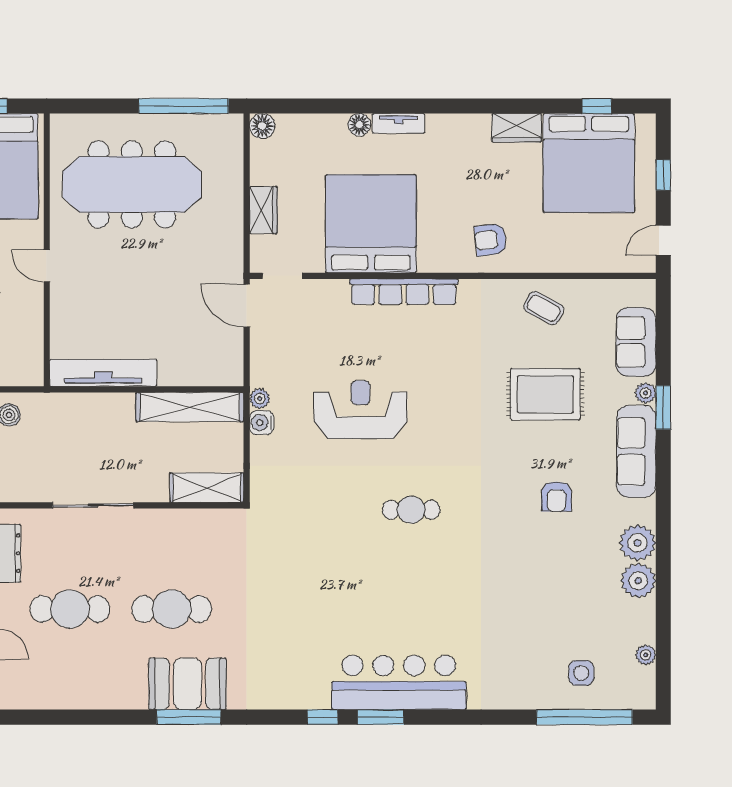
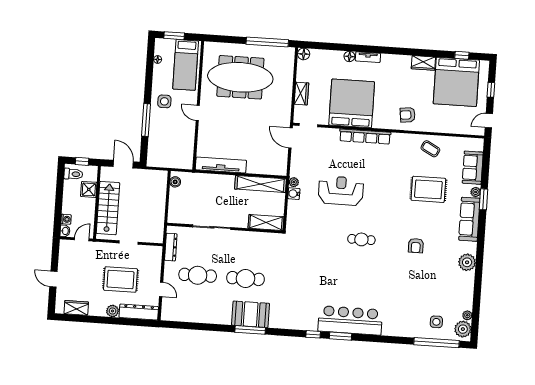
armchair: (556, 497) -> (416, 246), moved
plant: (638, 581) -> (463, 329), moved

